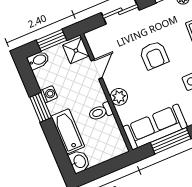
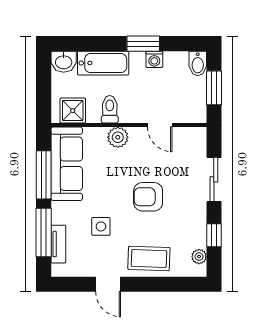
shower: (76, 51) -> (73, 111), moved

